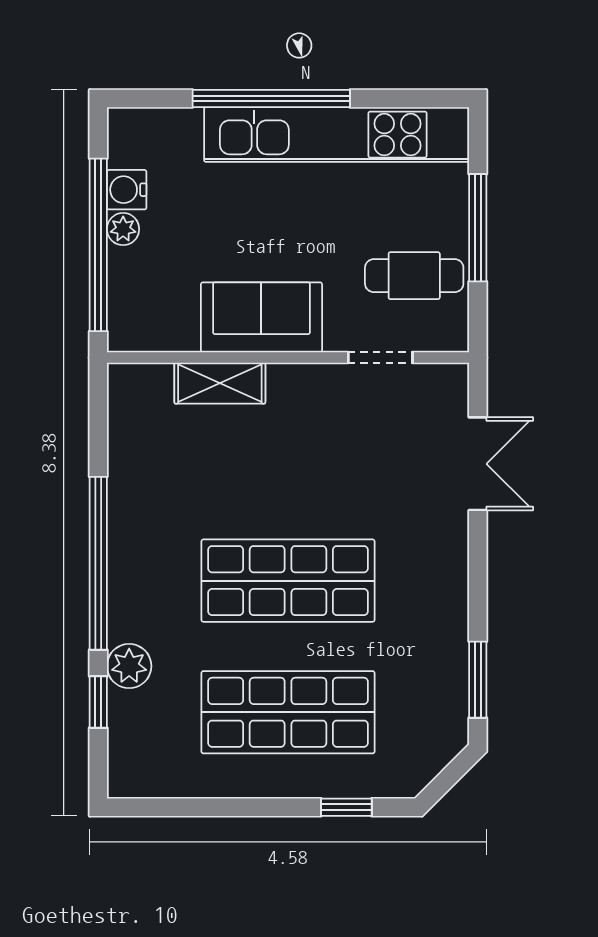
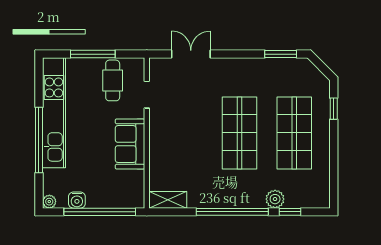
plant: (123, 229) -> (49, 202), moved
shelving: (220, 383) -> (168, 200), moved, turned 90

